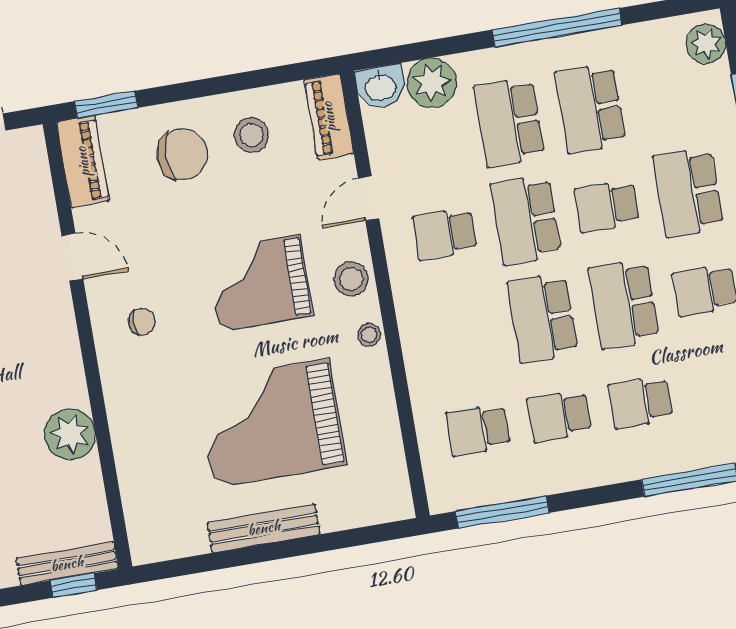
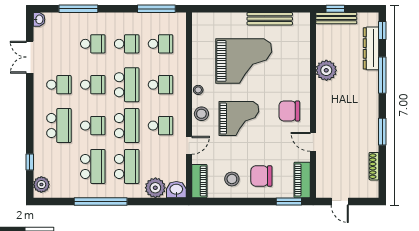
school desk: (624, 304) -> (93, 85), width x0.54
chair: (142, 322) -> (289, 111), width x1.87, depth x1.87
school desk: (461, 332) -> (161, 85), added
bench: (264, 528) -> (270, 19), moved

